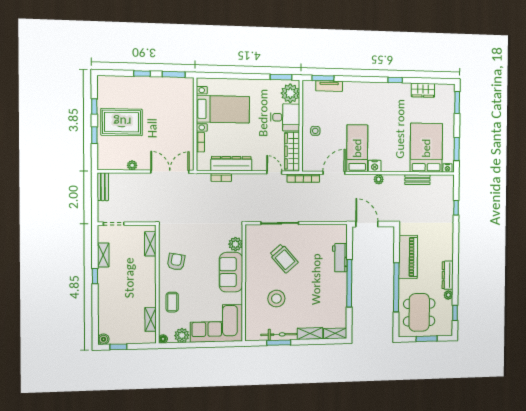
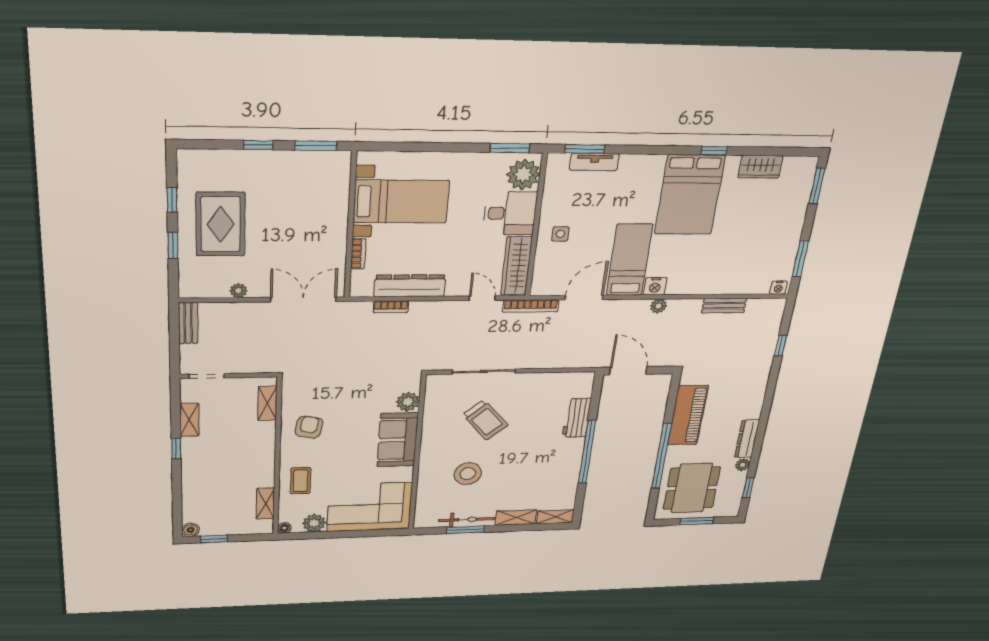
rug: (122, 122) -> (221, 224), turned 90
bed: (426, 148) -> (690, 195), moved, turned 180

